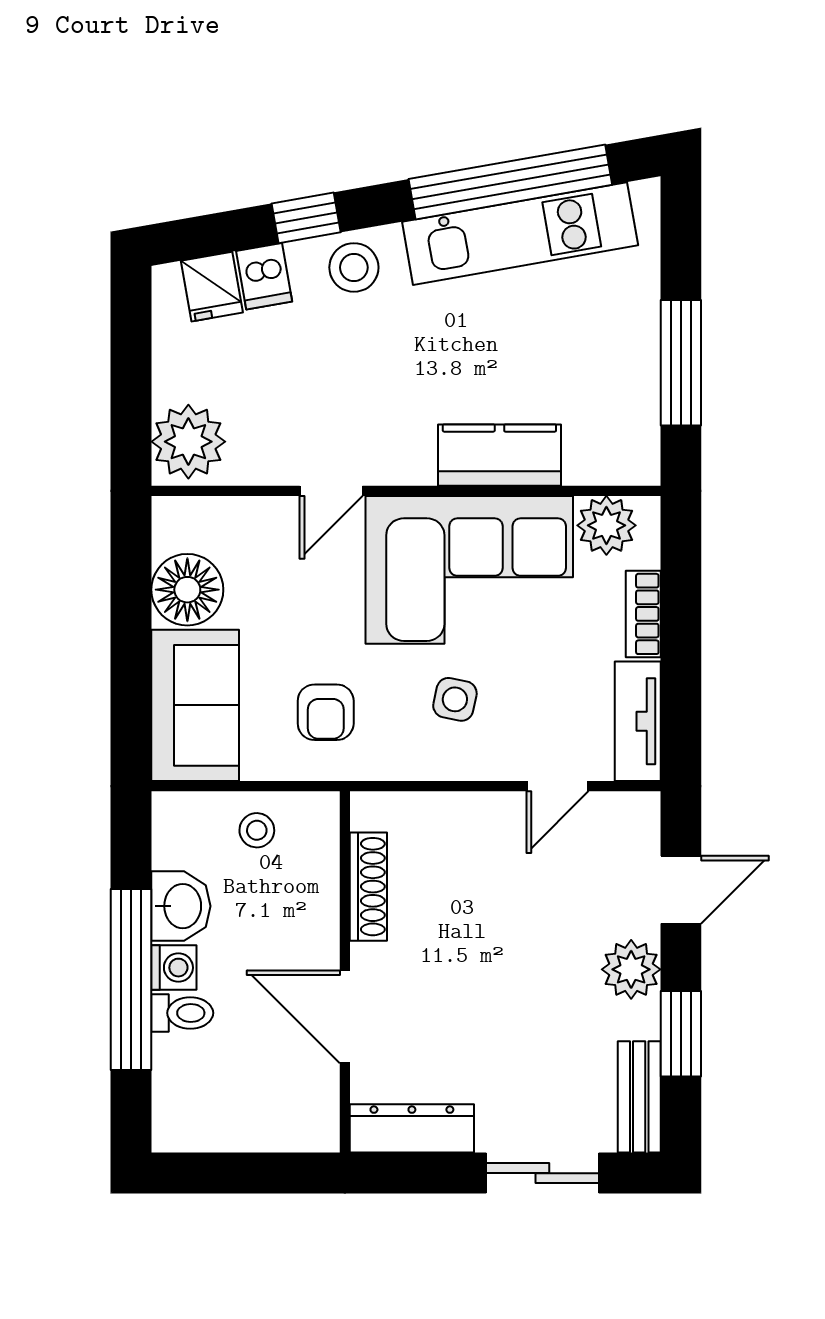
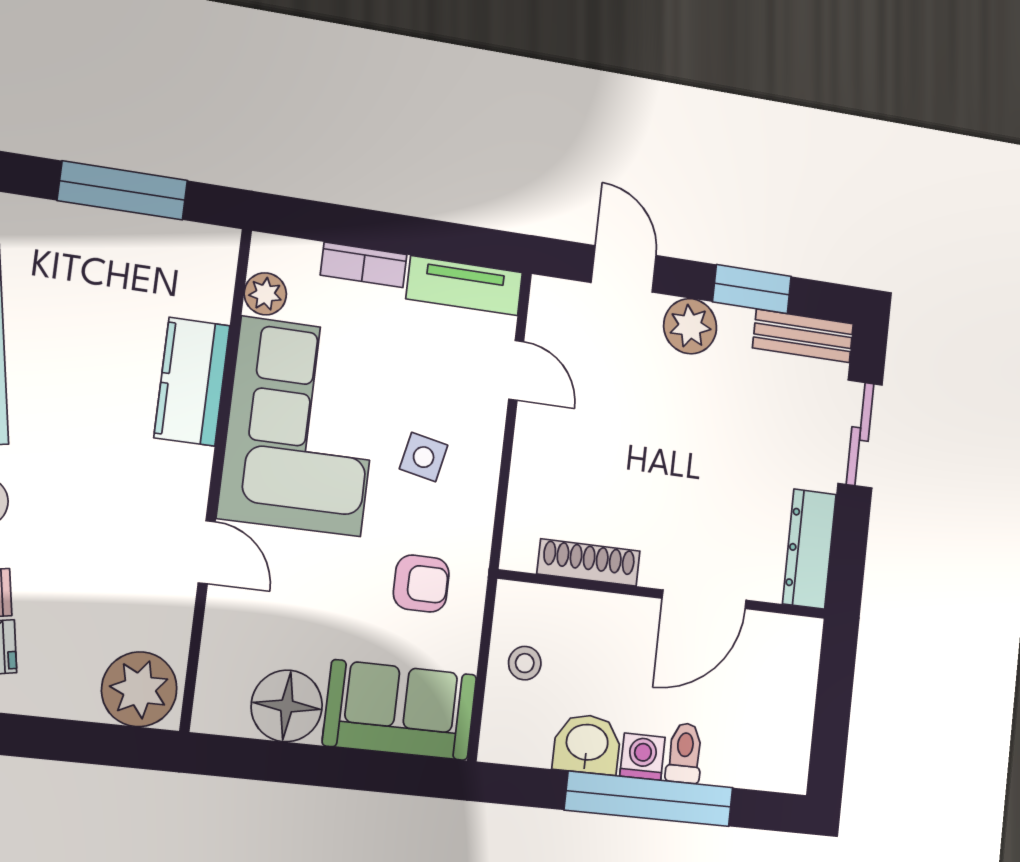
plant: (606, 525) -> (265, 294), width x0.73, depth x0.73

